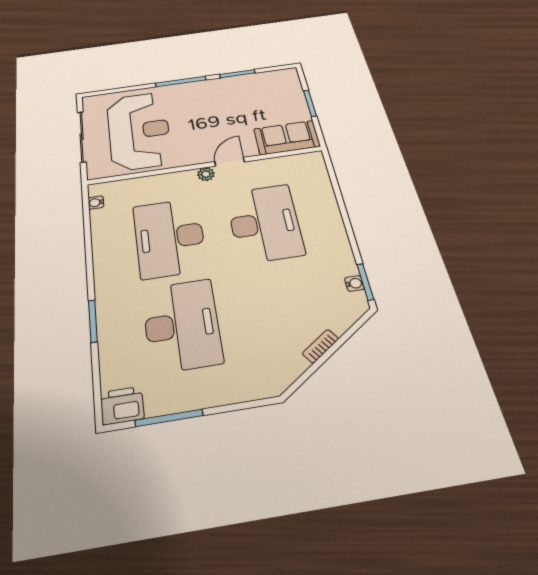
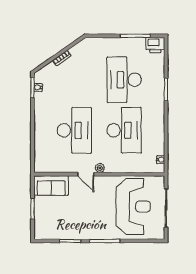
reception desk: (139, 131) -> (133, 206), turned 180
door: (230, 162) -> (86, 174), hinge flipped
desk: (264, 223) -> (74, 130), turned 180

